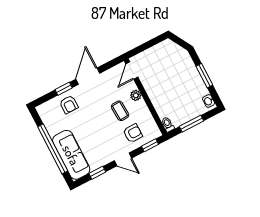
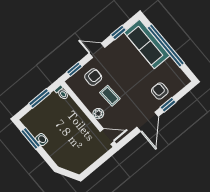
door: (132, 71) -> (107, 136), hinge flipped
window: (204, 76) -> (31, 138), moved
washbasin: (209, 101) -> (42, 140), moved
armchair: (133, 133) -> (93, 77), turned 180

